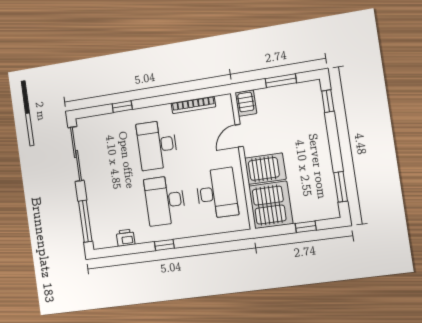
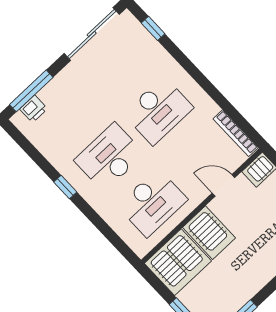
bookcase: (193, 105) -> (236, 133), moved
window: (122, 107) -> (153, 28), moved
desk: (157, 145) -> (158, 111), turned 180
printer: (125, 238) -> (34, 109), moved, turned 90

